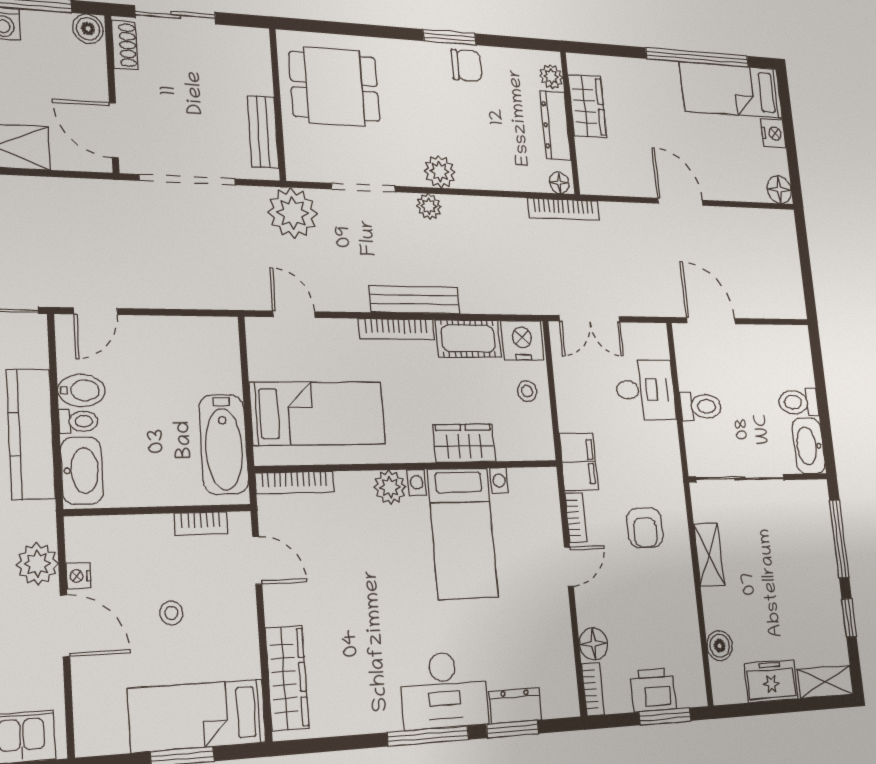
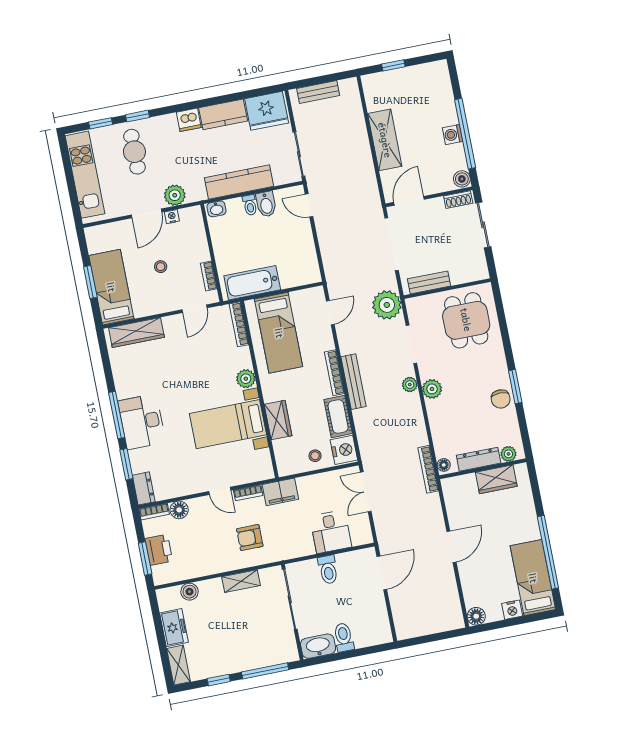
washbasin: (82, 471) -> (216, 209), width x0.52, depth x0.69
dresser: (516, 706) -> (144, 488), moved

